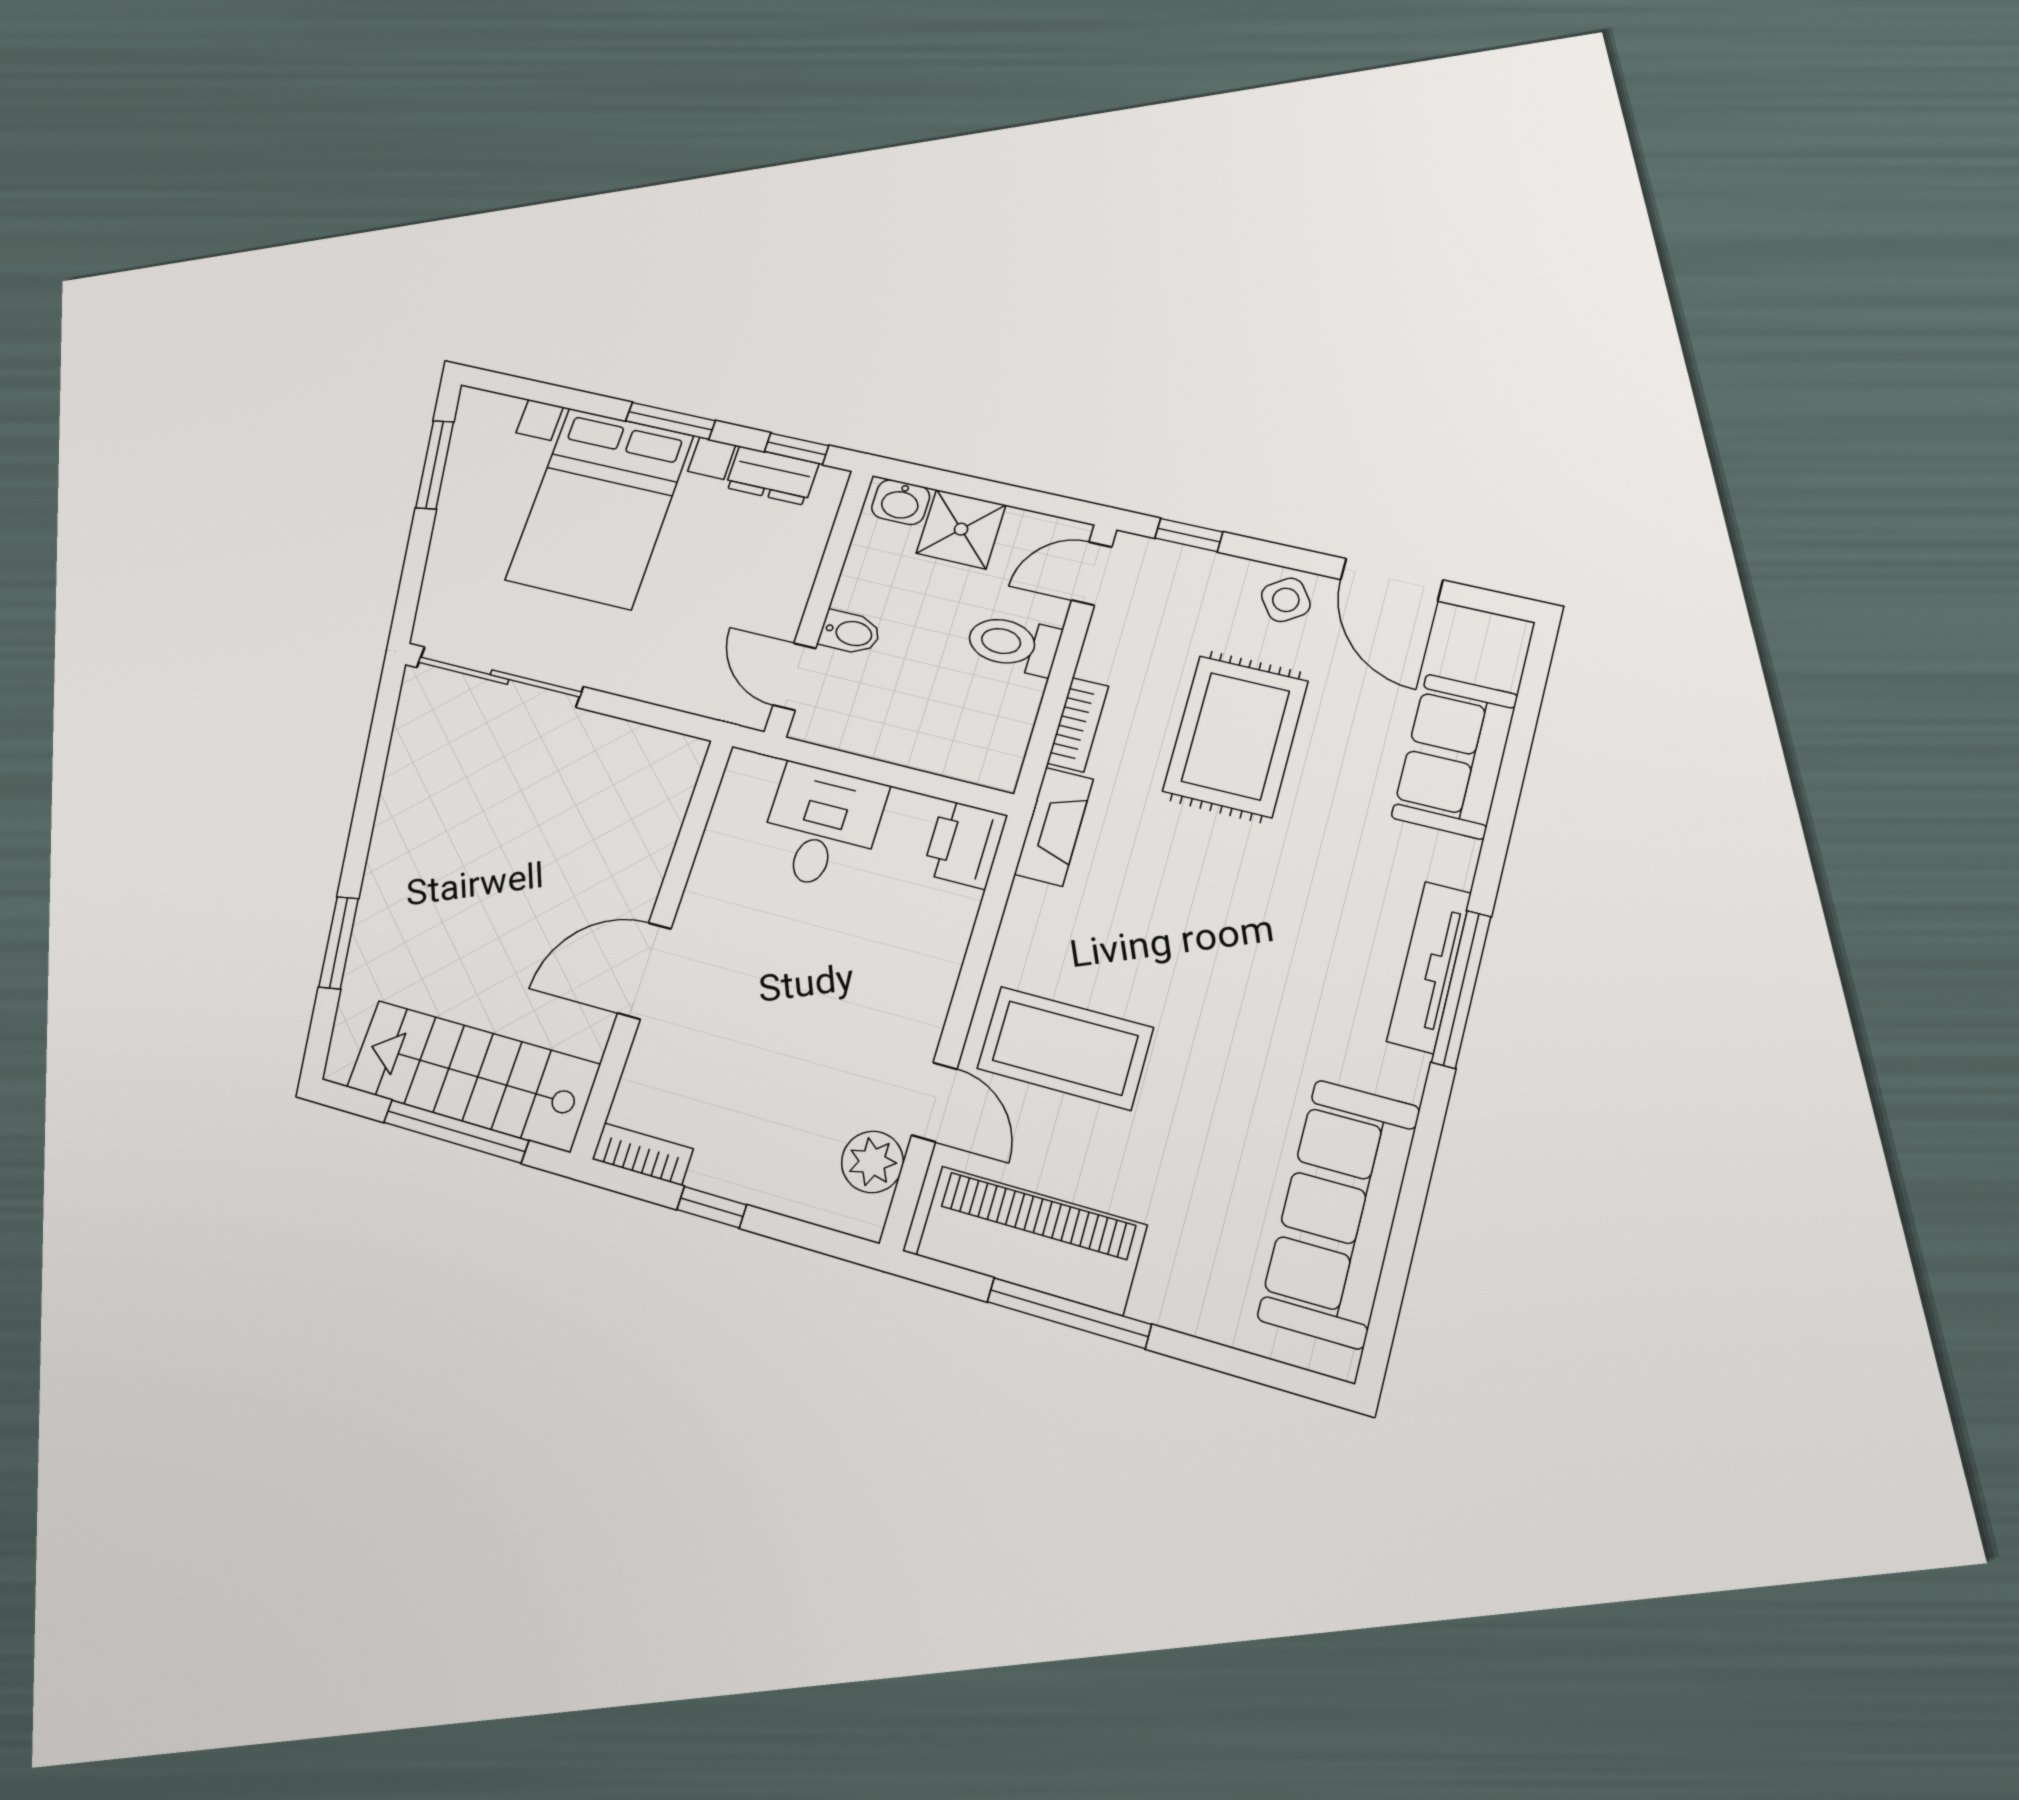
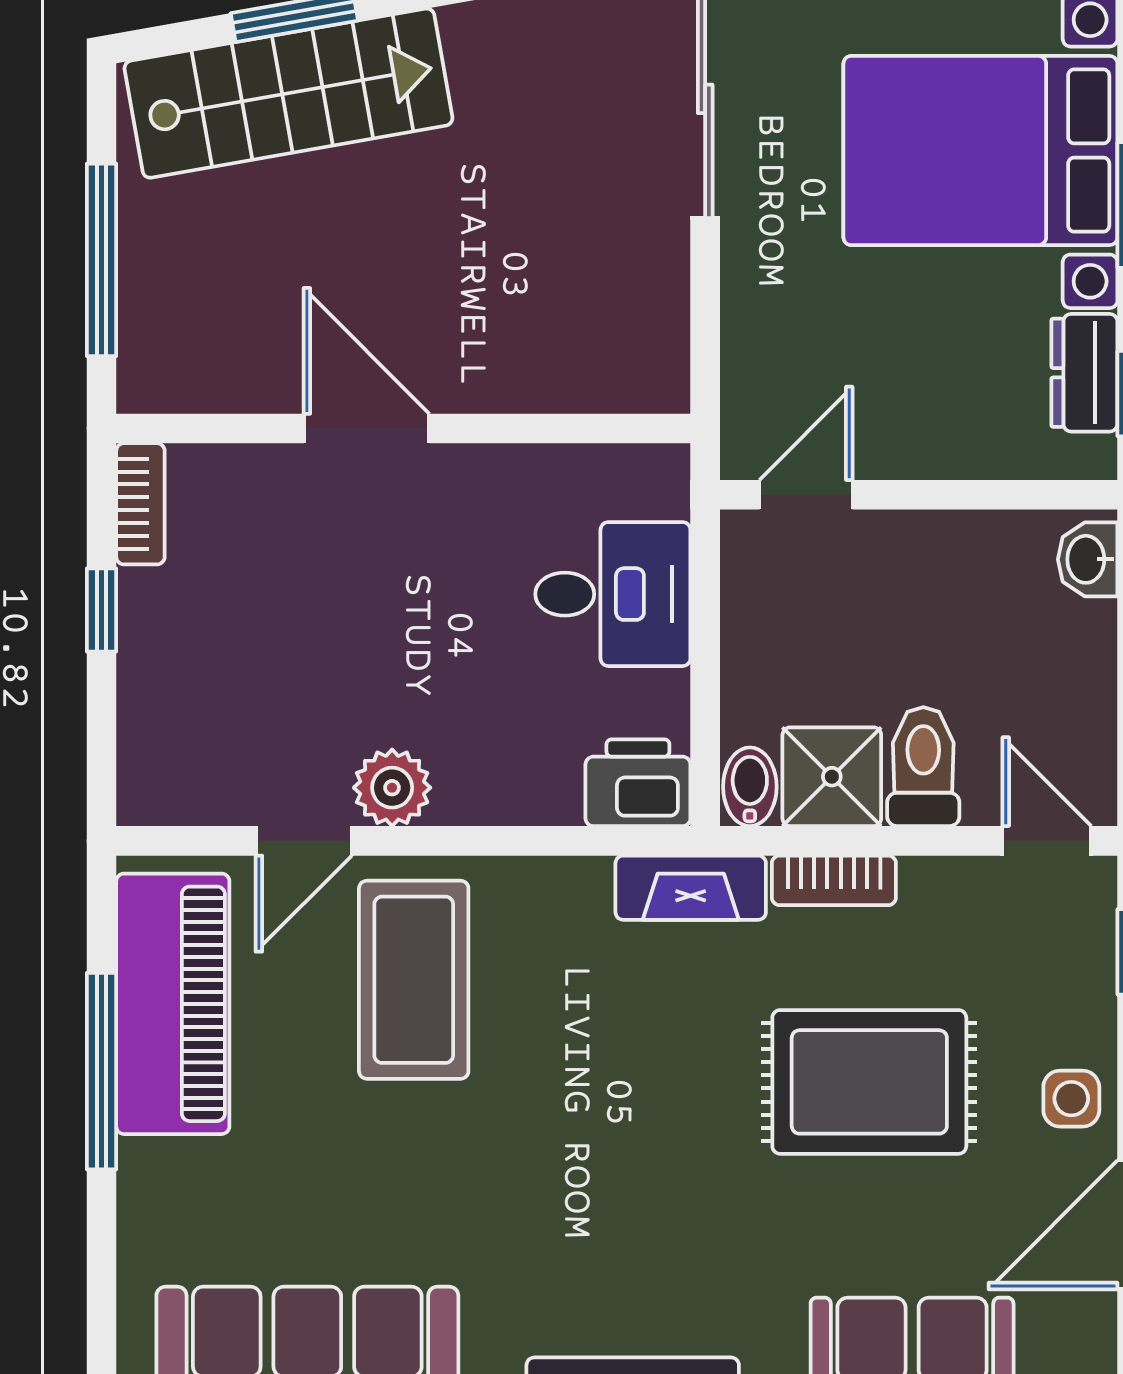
shower: (961, 529) -> (832, 777), moved
side table: (1286, 600) -> (1071, 1099), turned 35
bidet: (850, 633) -> (750, 787), moved, turned 180
stairs: (473, 1076) -> (288, 93), moved, turned 80
plant: (872, 1162) -> (392, 788), moved

